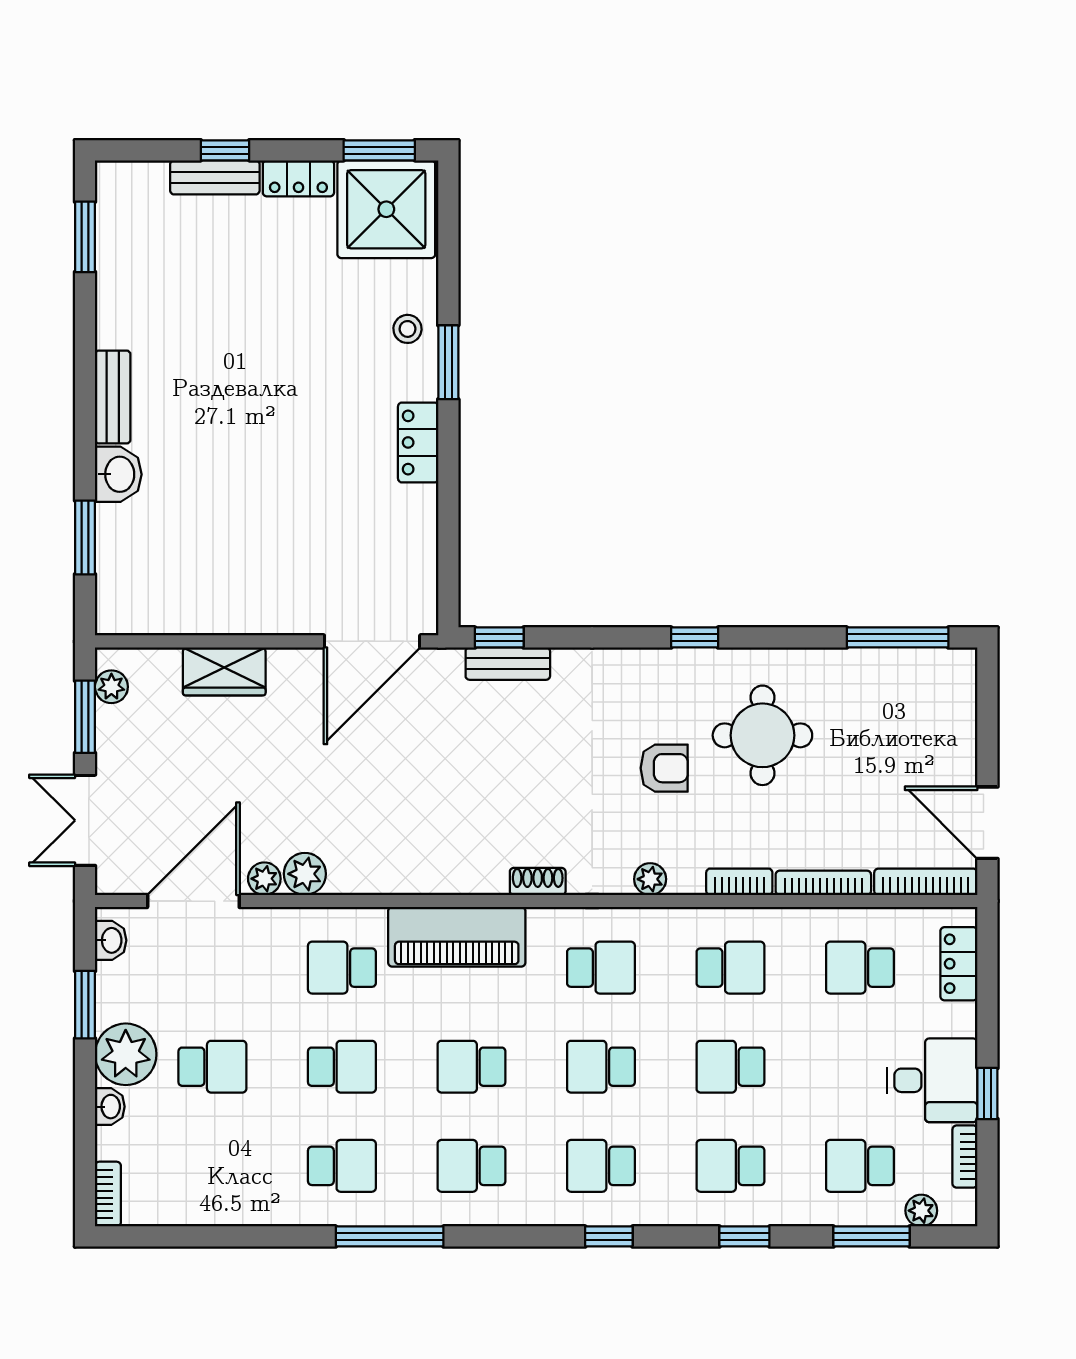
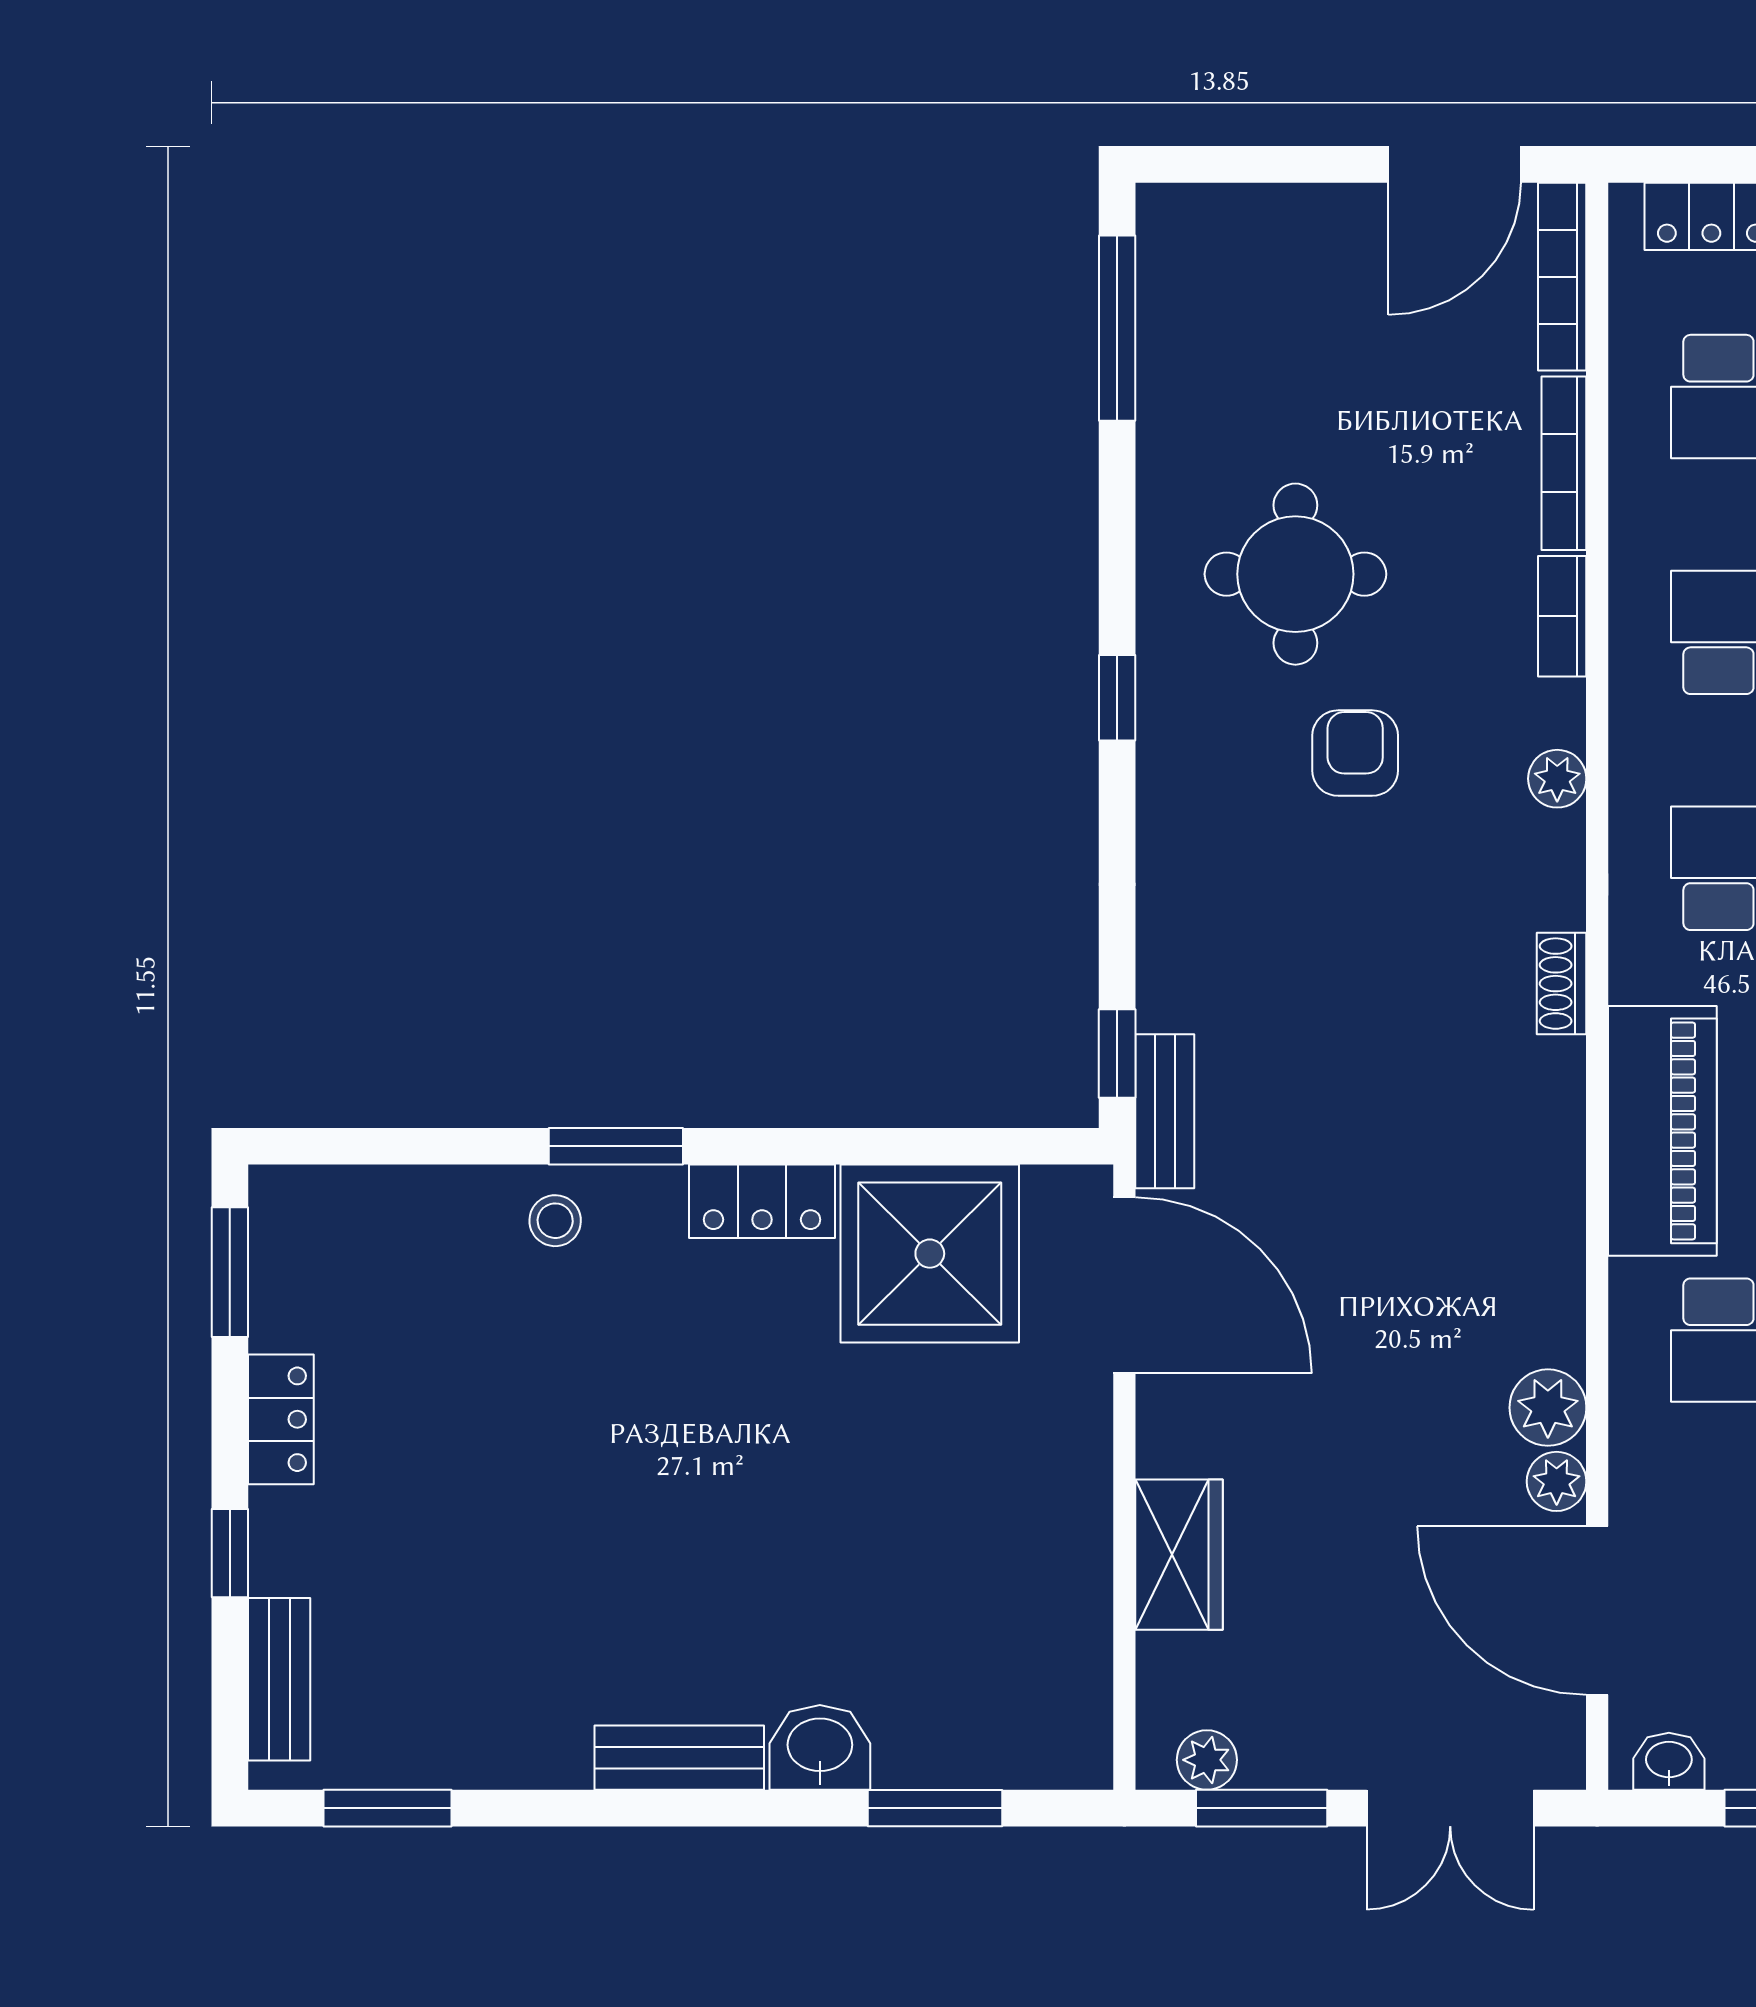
bench: (215, 177) -> (279, 1679), moved
shower: (386, 209) -> (930, 1254), moved
bench: (508, 664) -> (1165, 1111), moved

